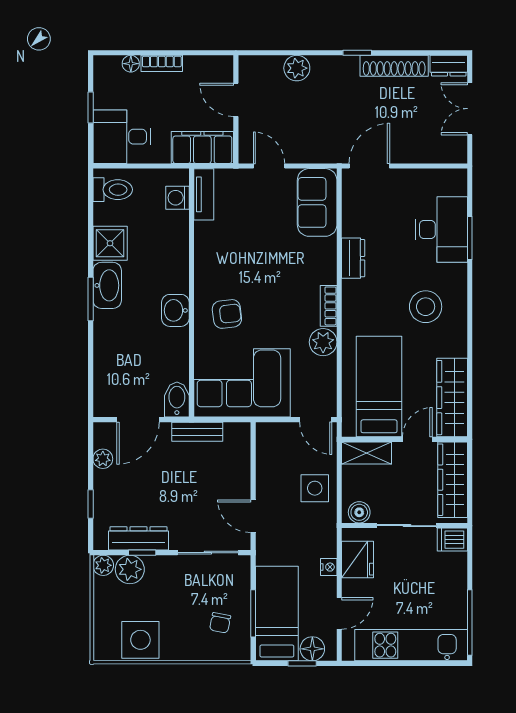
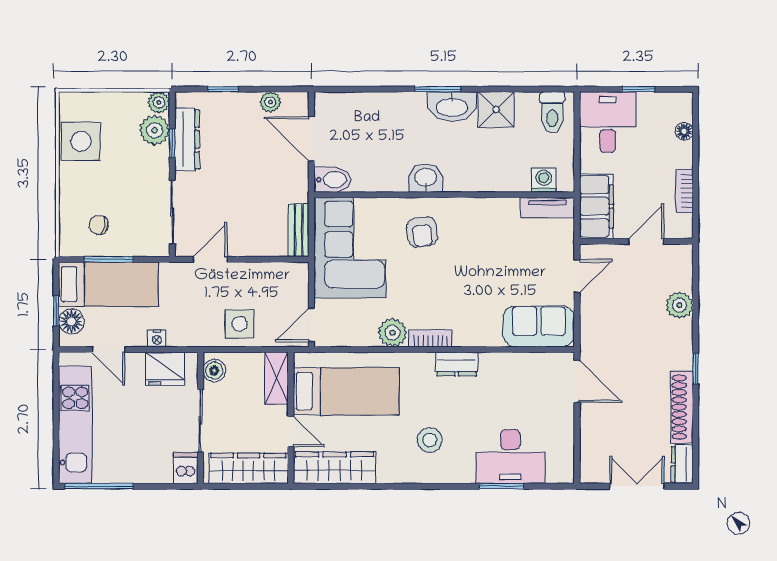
bookcase: (162, 63) -> (684, 191), moved
dresser: (353, 258) -> (457, 364), moved
stool: (426, 307) -> (430, 440), width x0.73, depth x0.73
bench: (197, 432) -> (299, 230), moved

